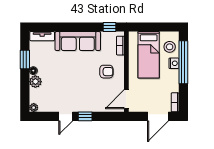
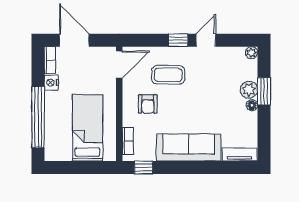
stool: (170, 47) -> (58, 139), removed
window: (25, 59) -> (264, 91), moved
nightstand: (174, 63) -> (51, 83), moved
armchair: (106, 72) -> (148, 104), turned -90
coffee table: (92, 92) -> (168, 75), added
door: (158, 116) -> (74, 40), hinge flipped

